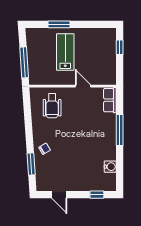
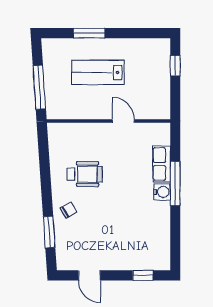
lab bench: (65, 52) -> (98, 72), turned -90
row of seats: (110, 100) -> (162, 164), moved
wheelchair: (52, 106) -> (85, 174), moved, turned -90
water cooler: (110, 167) -> (162, 192), moved

